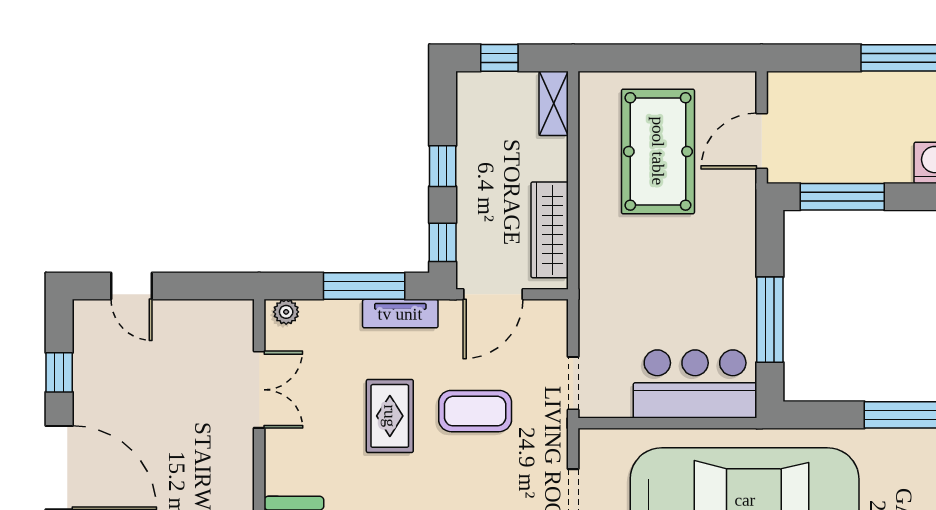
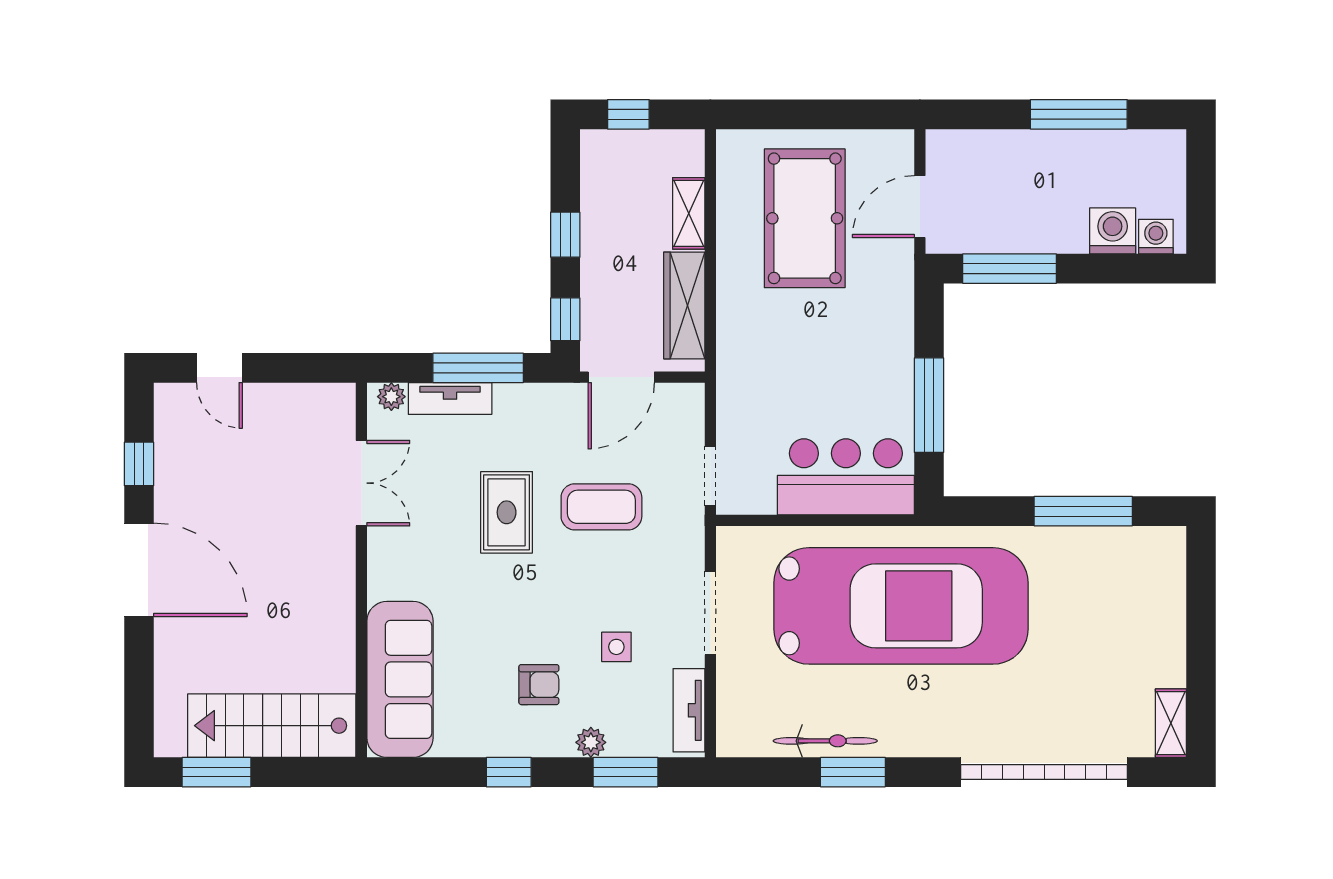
shelving: (554, 103) -> (689, 213), moved
tv unit: (400, 314) -> (450, 399), moved

